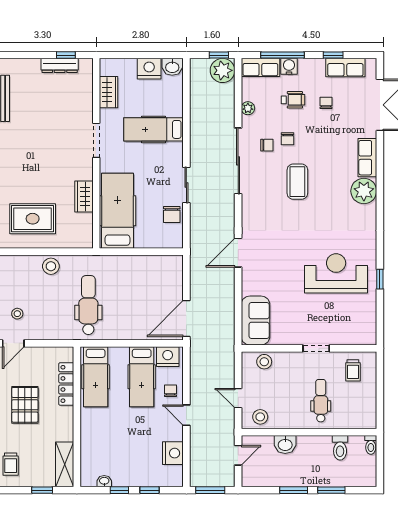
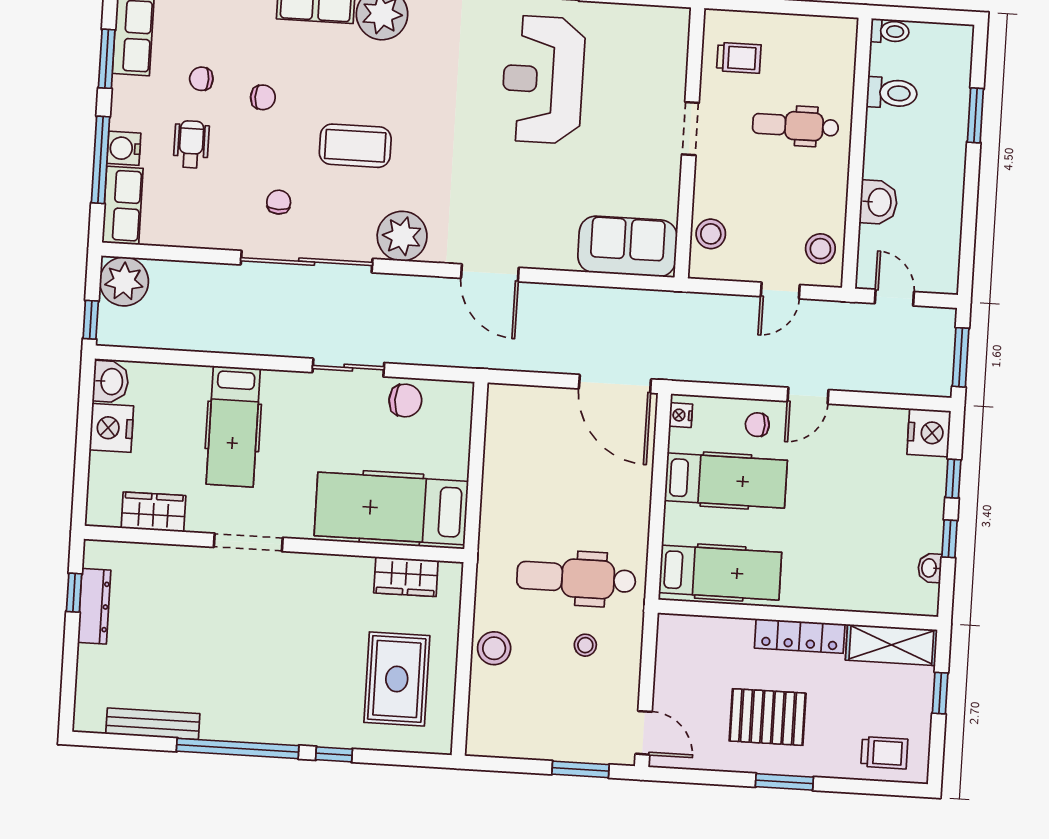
window: (219, 55) -> (91, 320), moved
window: (333, 55) -> (107, 59), width x1.50
plant: (248, 108) -> (402, 236), moved, width x1.88, depth x1.88
chair: (288, 139) -> (263, 97), moved
wardrobe: (84, 196) -> (406, 577), moved
stool: (17, 314) -> (585, 645), moved
nightstand: (168, 357) -> (681, 415), width x0.53, depth x0.56
locker: (66, 384) -> (800, 636), moved
nightstand: (173, 453) -> (929, 433), moved, turned 90
window: (294, 490) -> (971, 191), removed

